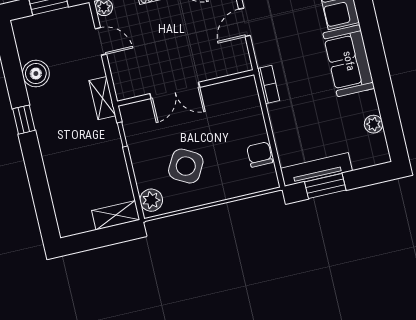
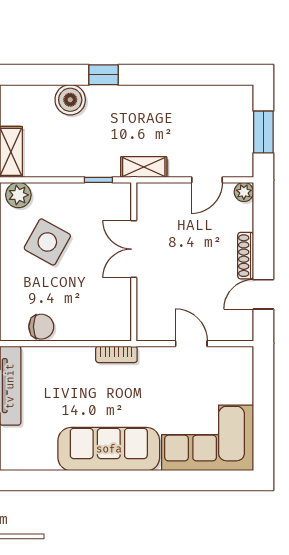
sofa: (349, 61) -> (109, 449), width x1.36
boiler: (36, 74) -> (70, 100), moved
window: (24, 120) -> (104, 75), moved
plant: (374, 124) -> (46, 460), removed

